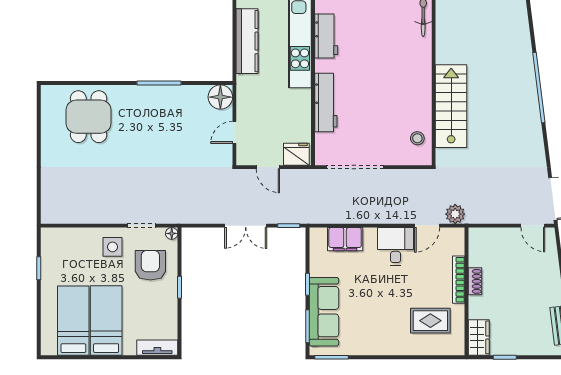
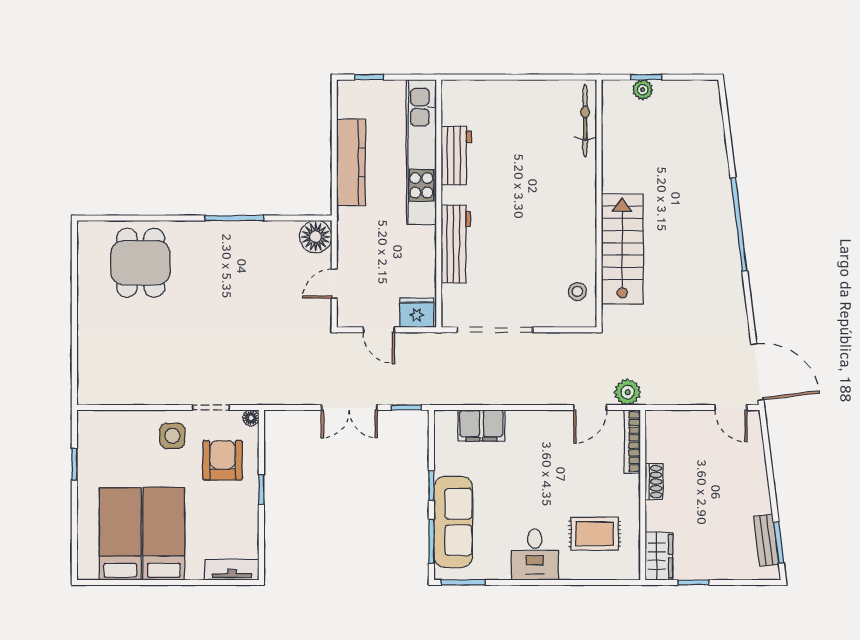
desk: (396, 247) -> (535, 555), moved, turned 180
bookcase: (459, 280) -> (632, 442), moved

